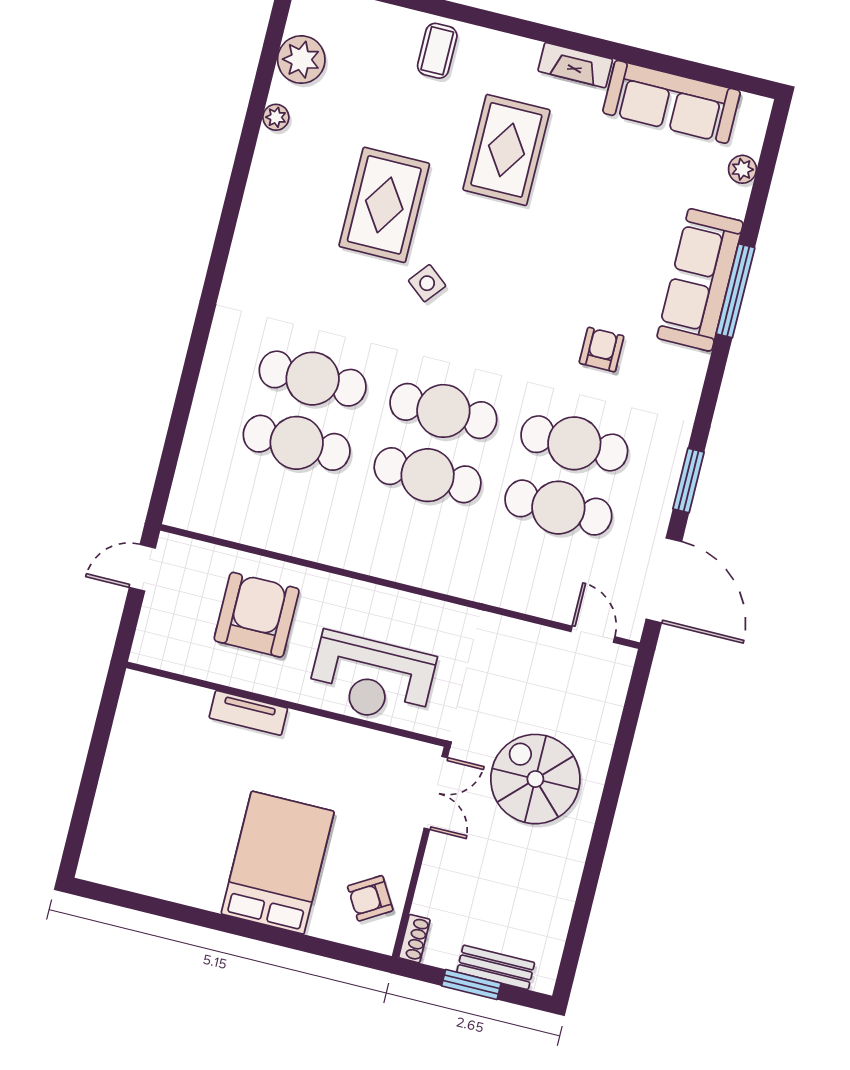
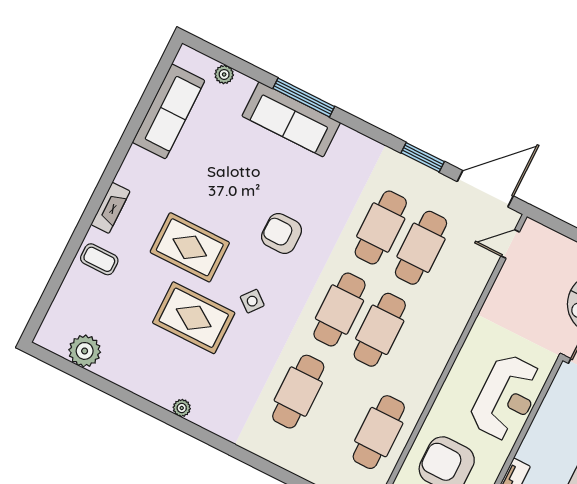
fireplace: (575, 65) -> (111, 208), moved
plant: (276, 117) -> (182, 408), moved
rug: (506, 150) -> (190, 247), moved
armchair: (602, 350) -> (282, 233), moved, width x1.38, depth x1.38
cafe table: (297, 443) -> (379, 432), moved

